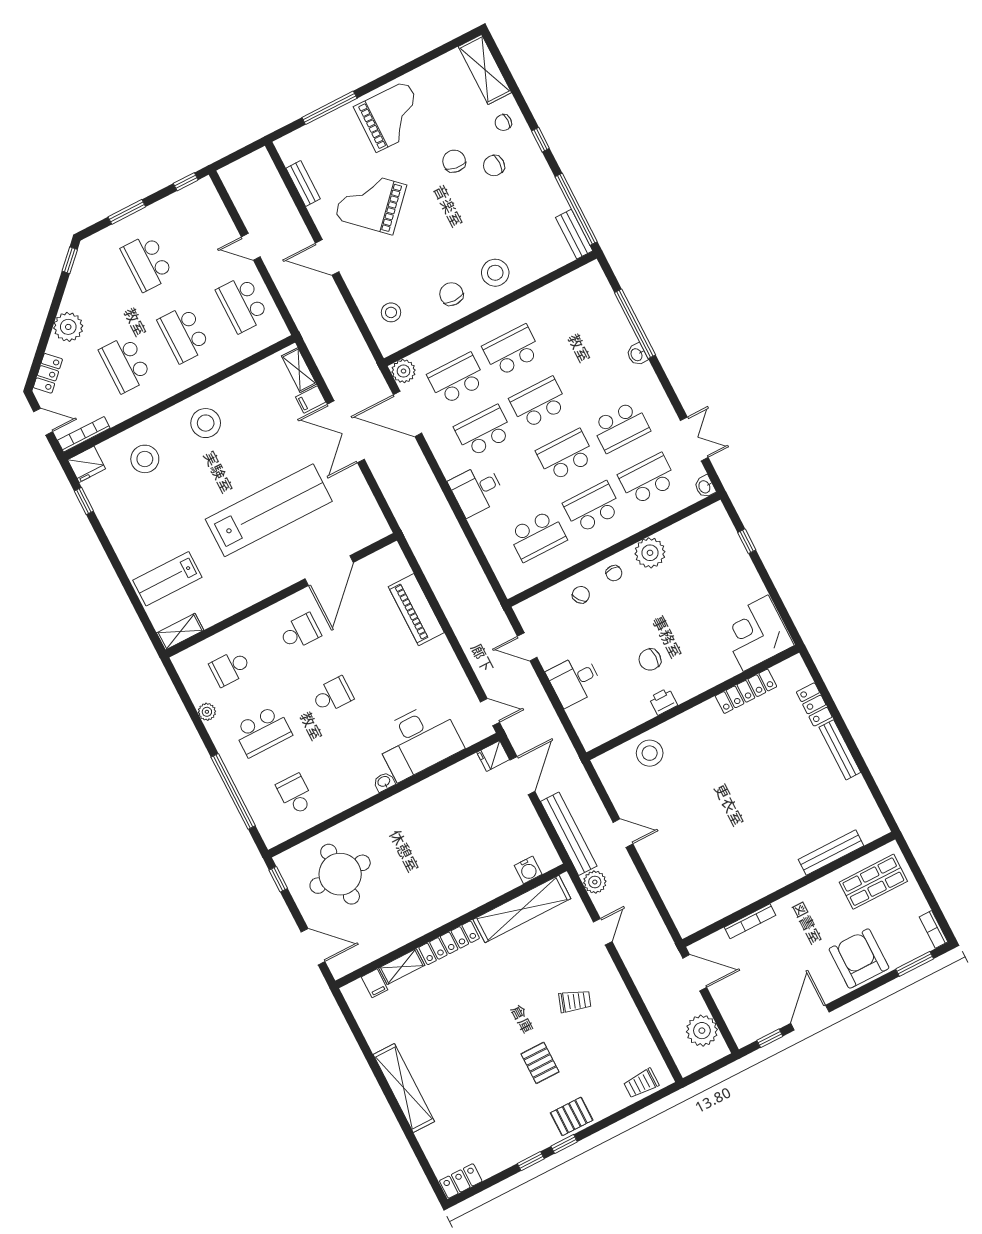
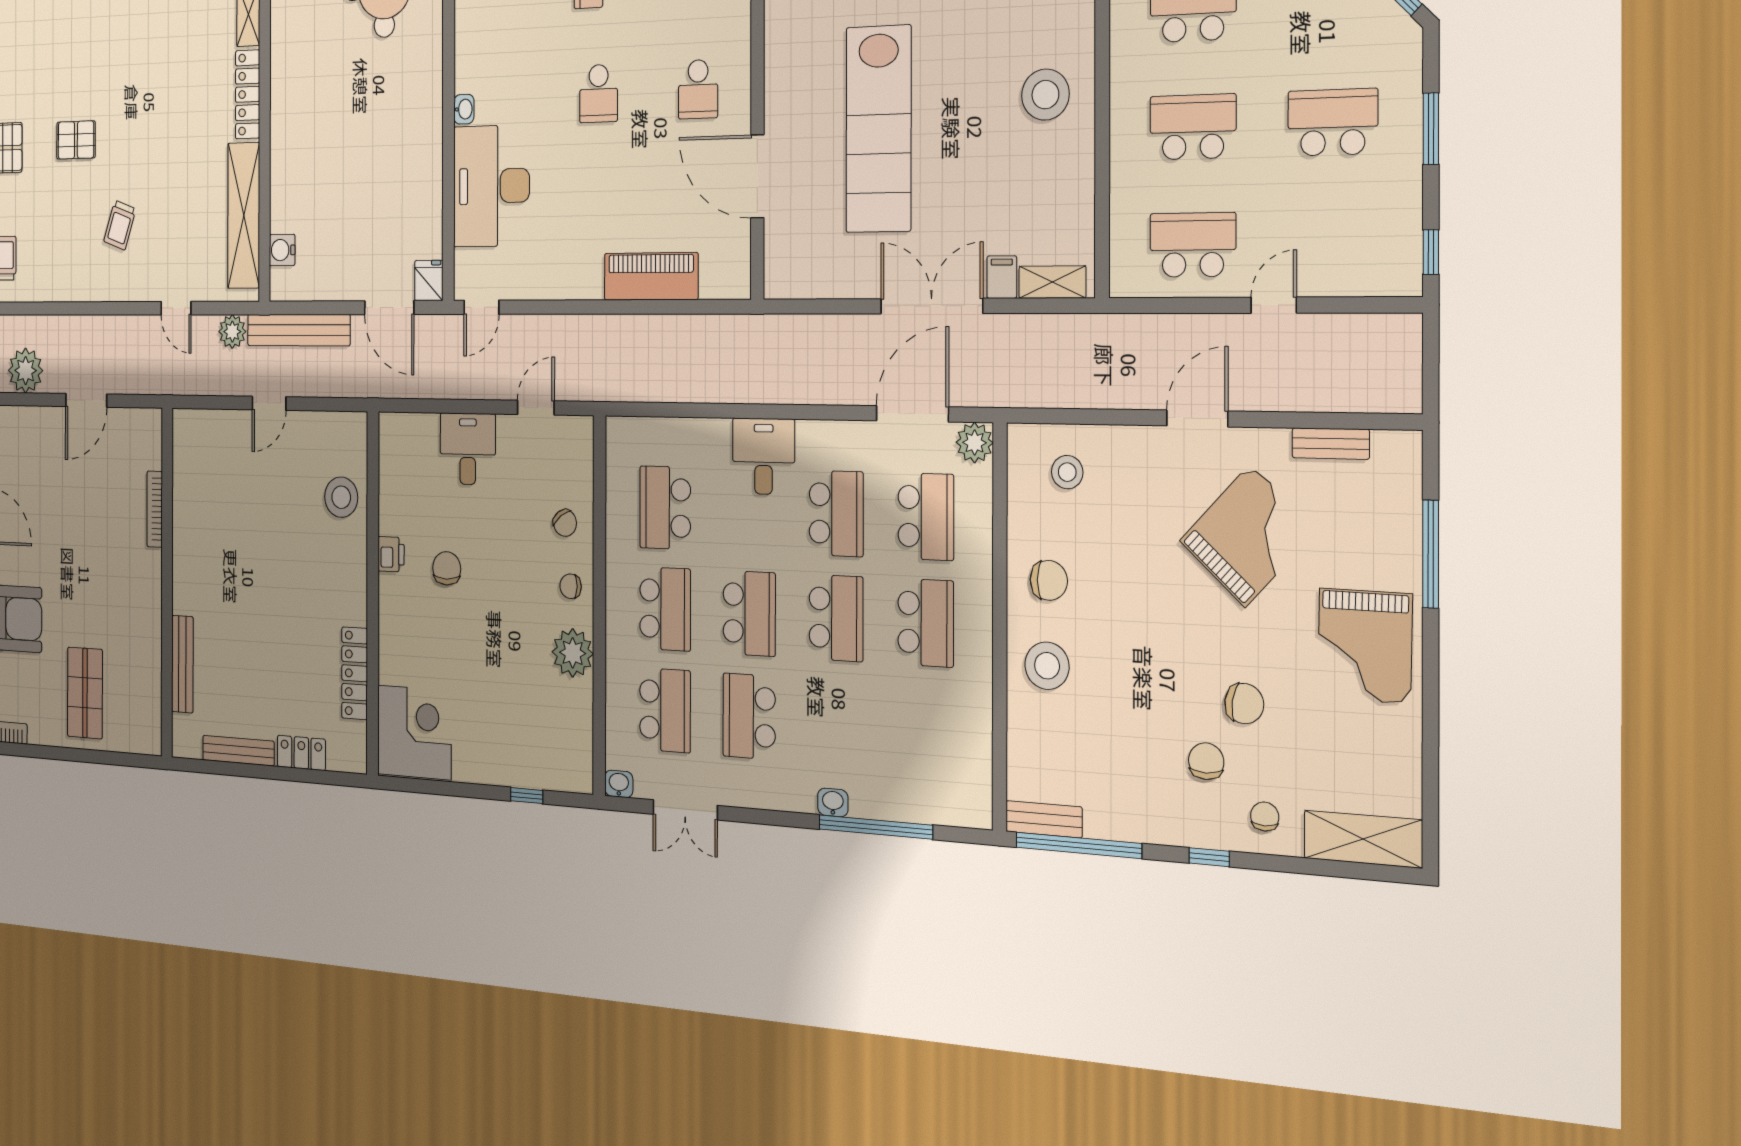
bench: (831, 853) -> (182, 664), moved
wall: (789, 889) -> (167, 582), moved
bookcase: (750, 921) -> (155, 509), moved

